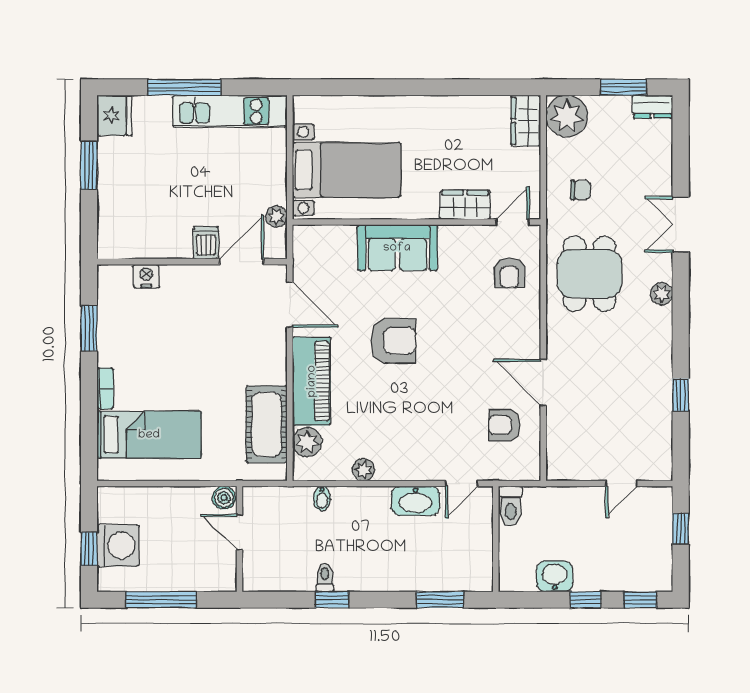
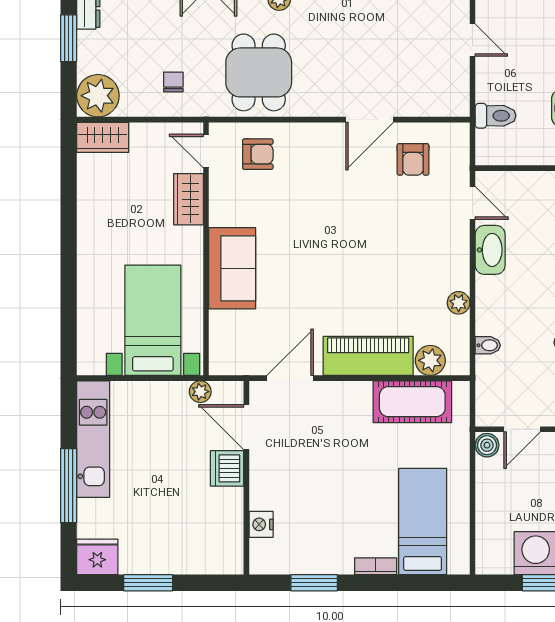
dishwasher: (206, 243) -> (227, 468), width x1.38
dining table: (590, 274) -> (259, 72), turned 90
armchair: (394, 341) -> (327, 272), removed
toilet: (510, 506) -> (495, 116), moved

